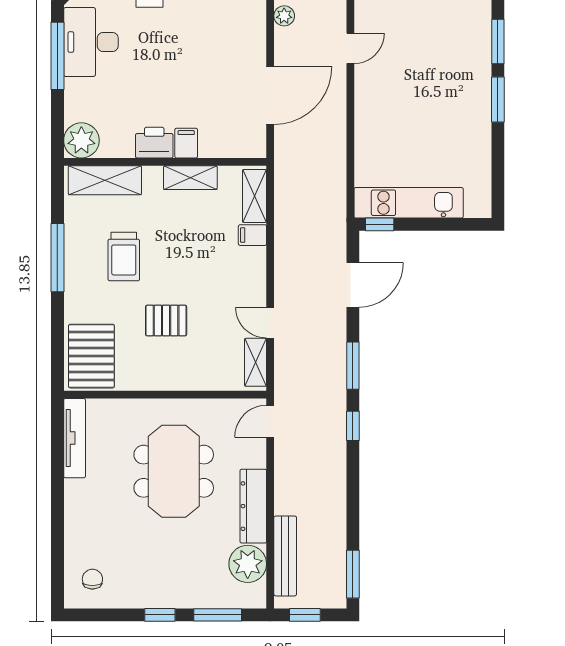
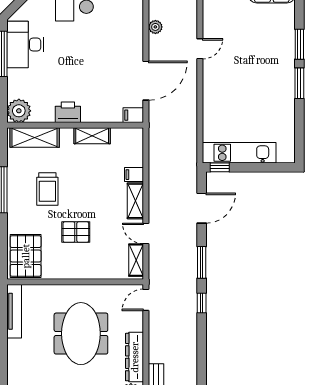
filing cabinet: (186, 143) -> (133, 115), moved, turned -90
shelving: (254, 196) -> (135, 201), moved

